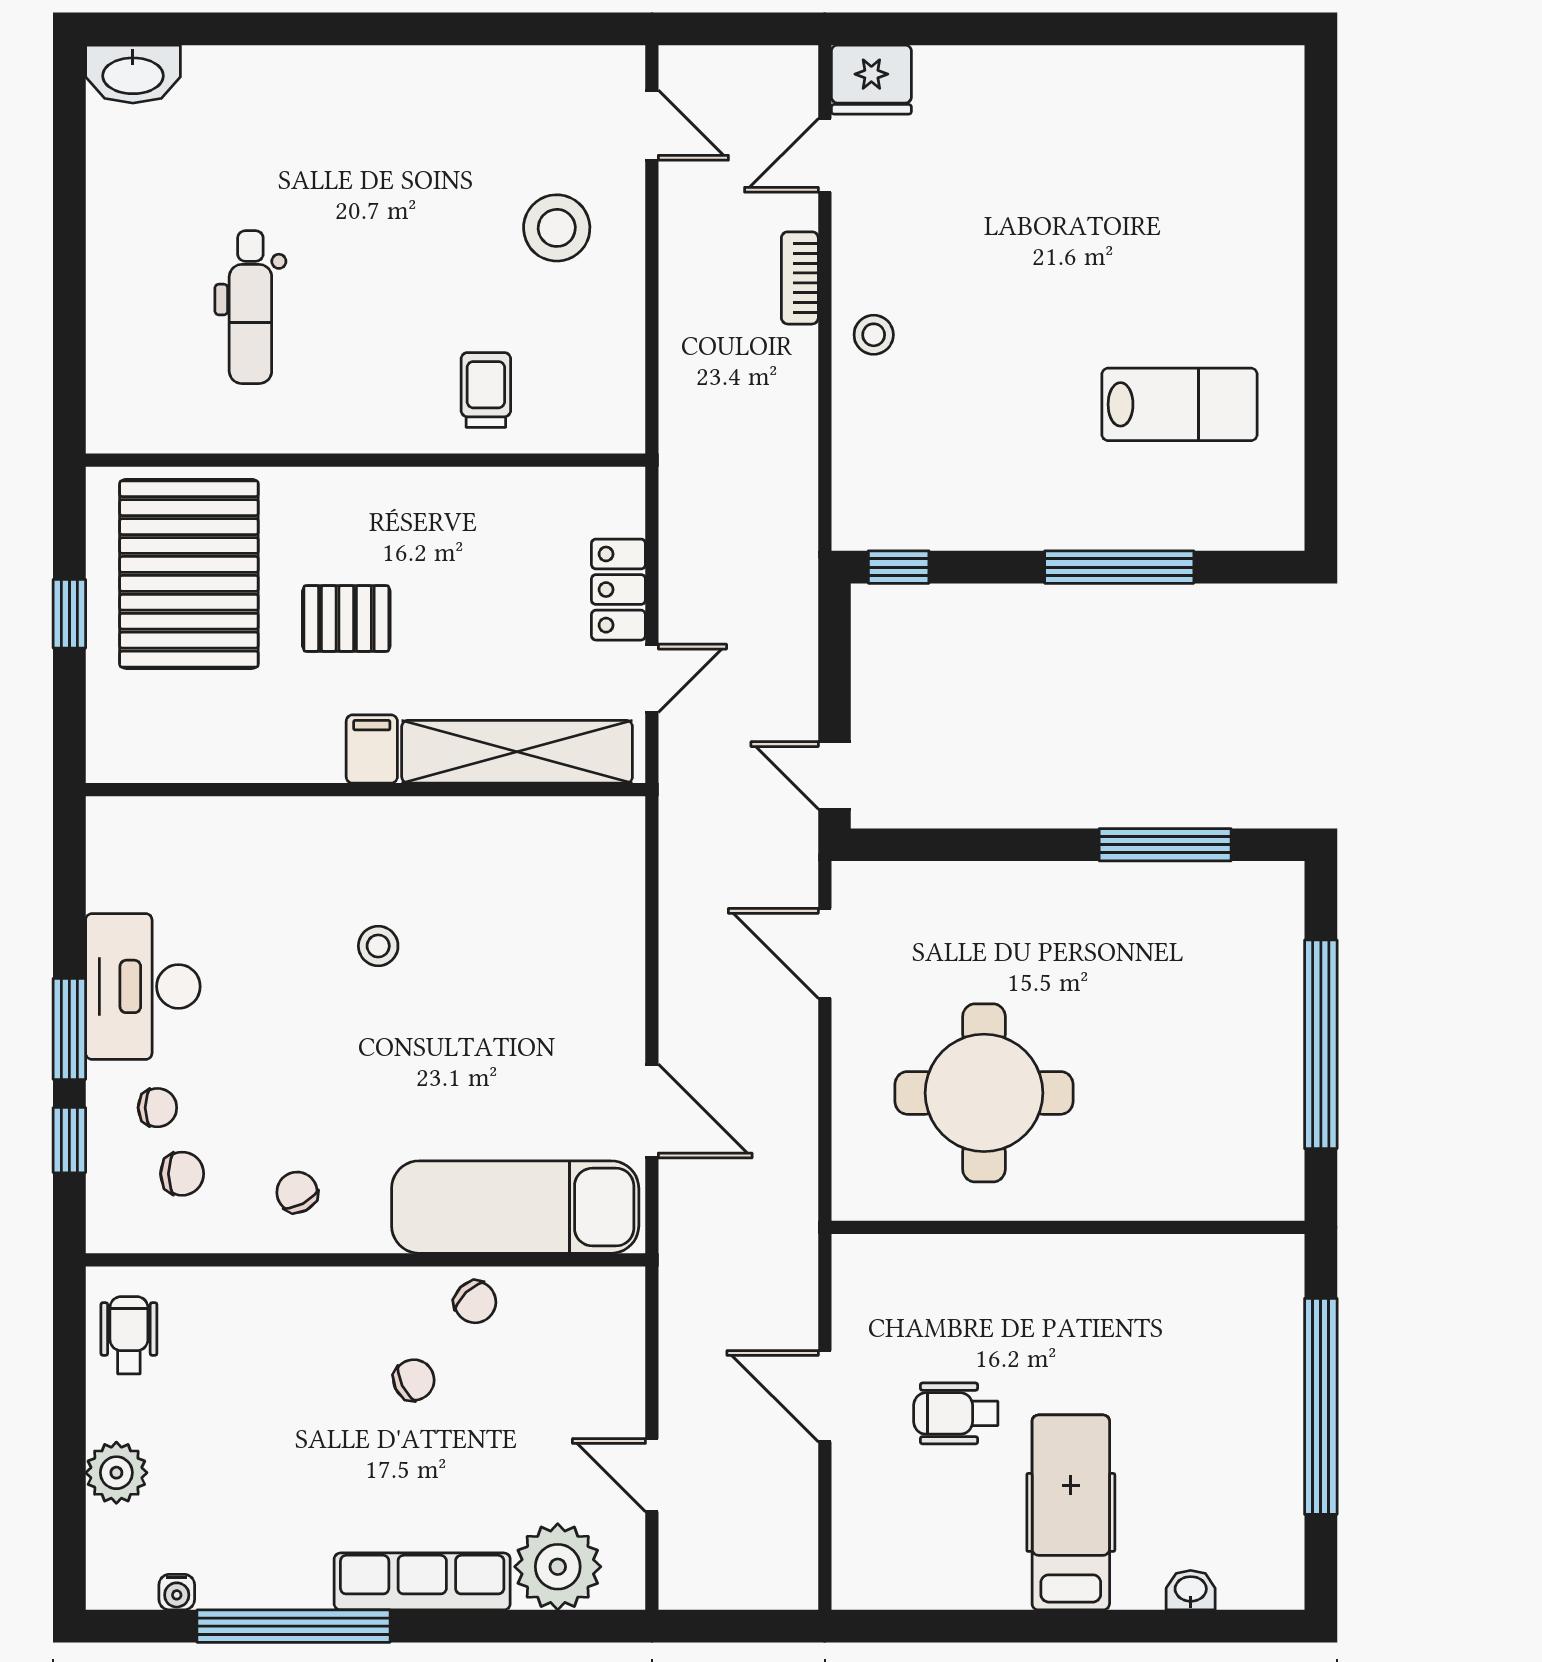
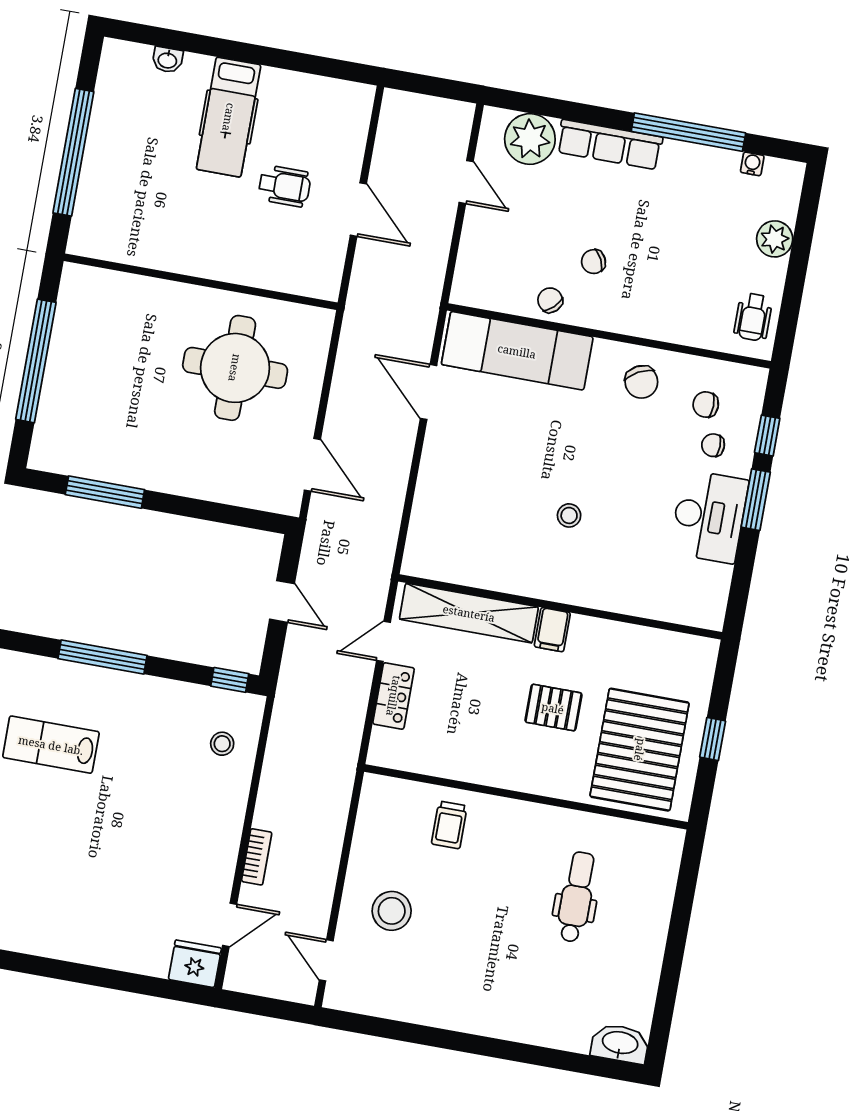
stool: (874, 335) -> (222, 744), moved
door: (835, 775) -> (282, 601), moved
chair: (297, 1192) -> (641, 382), width x1.37, depth x1.37

